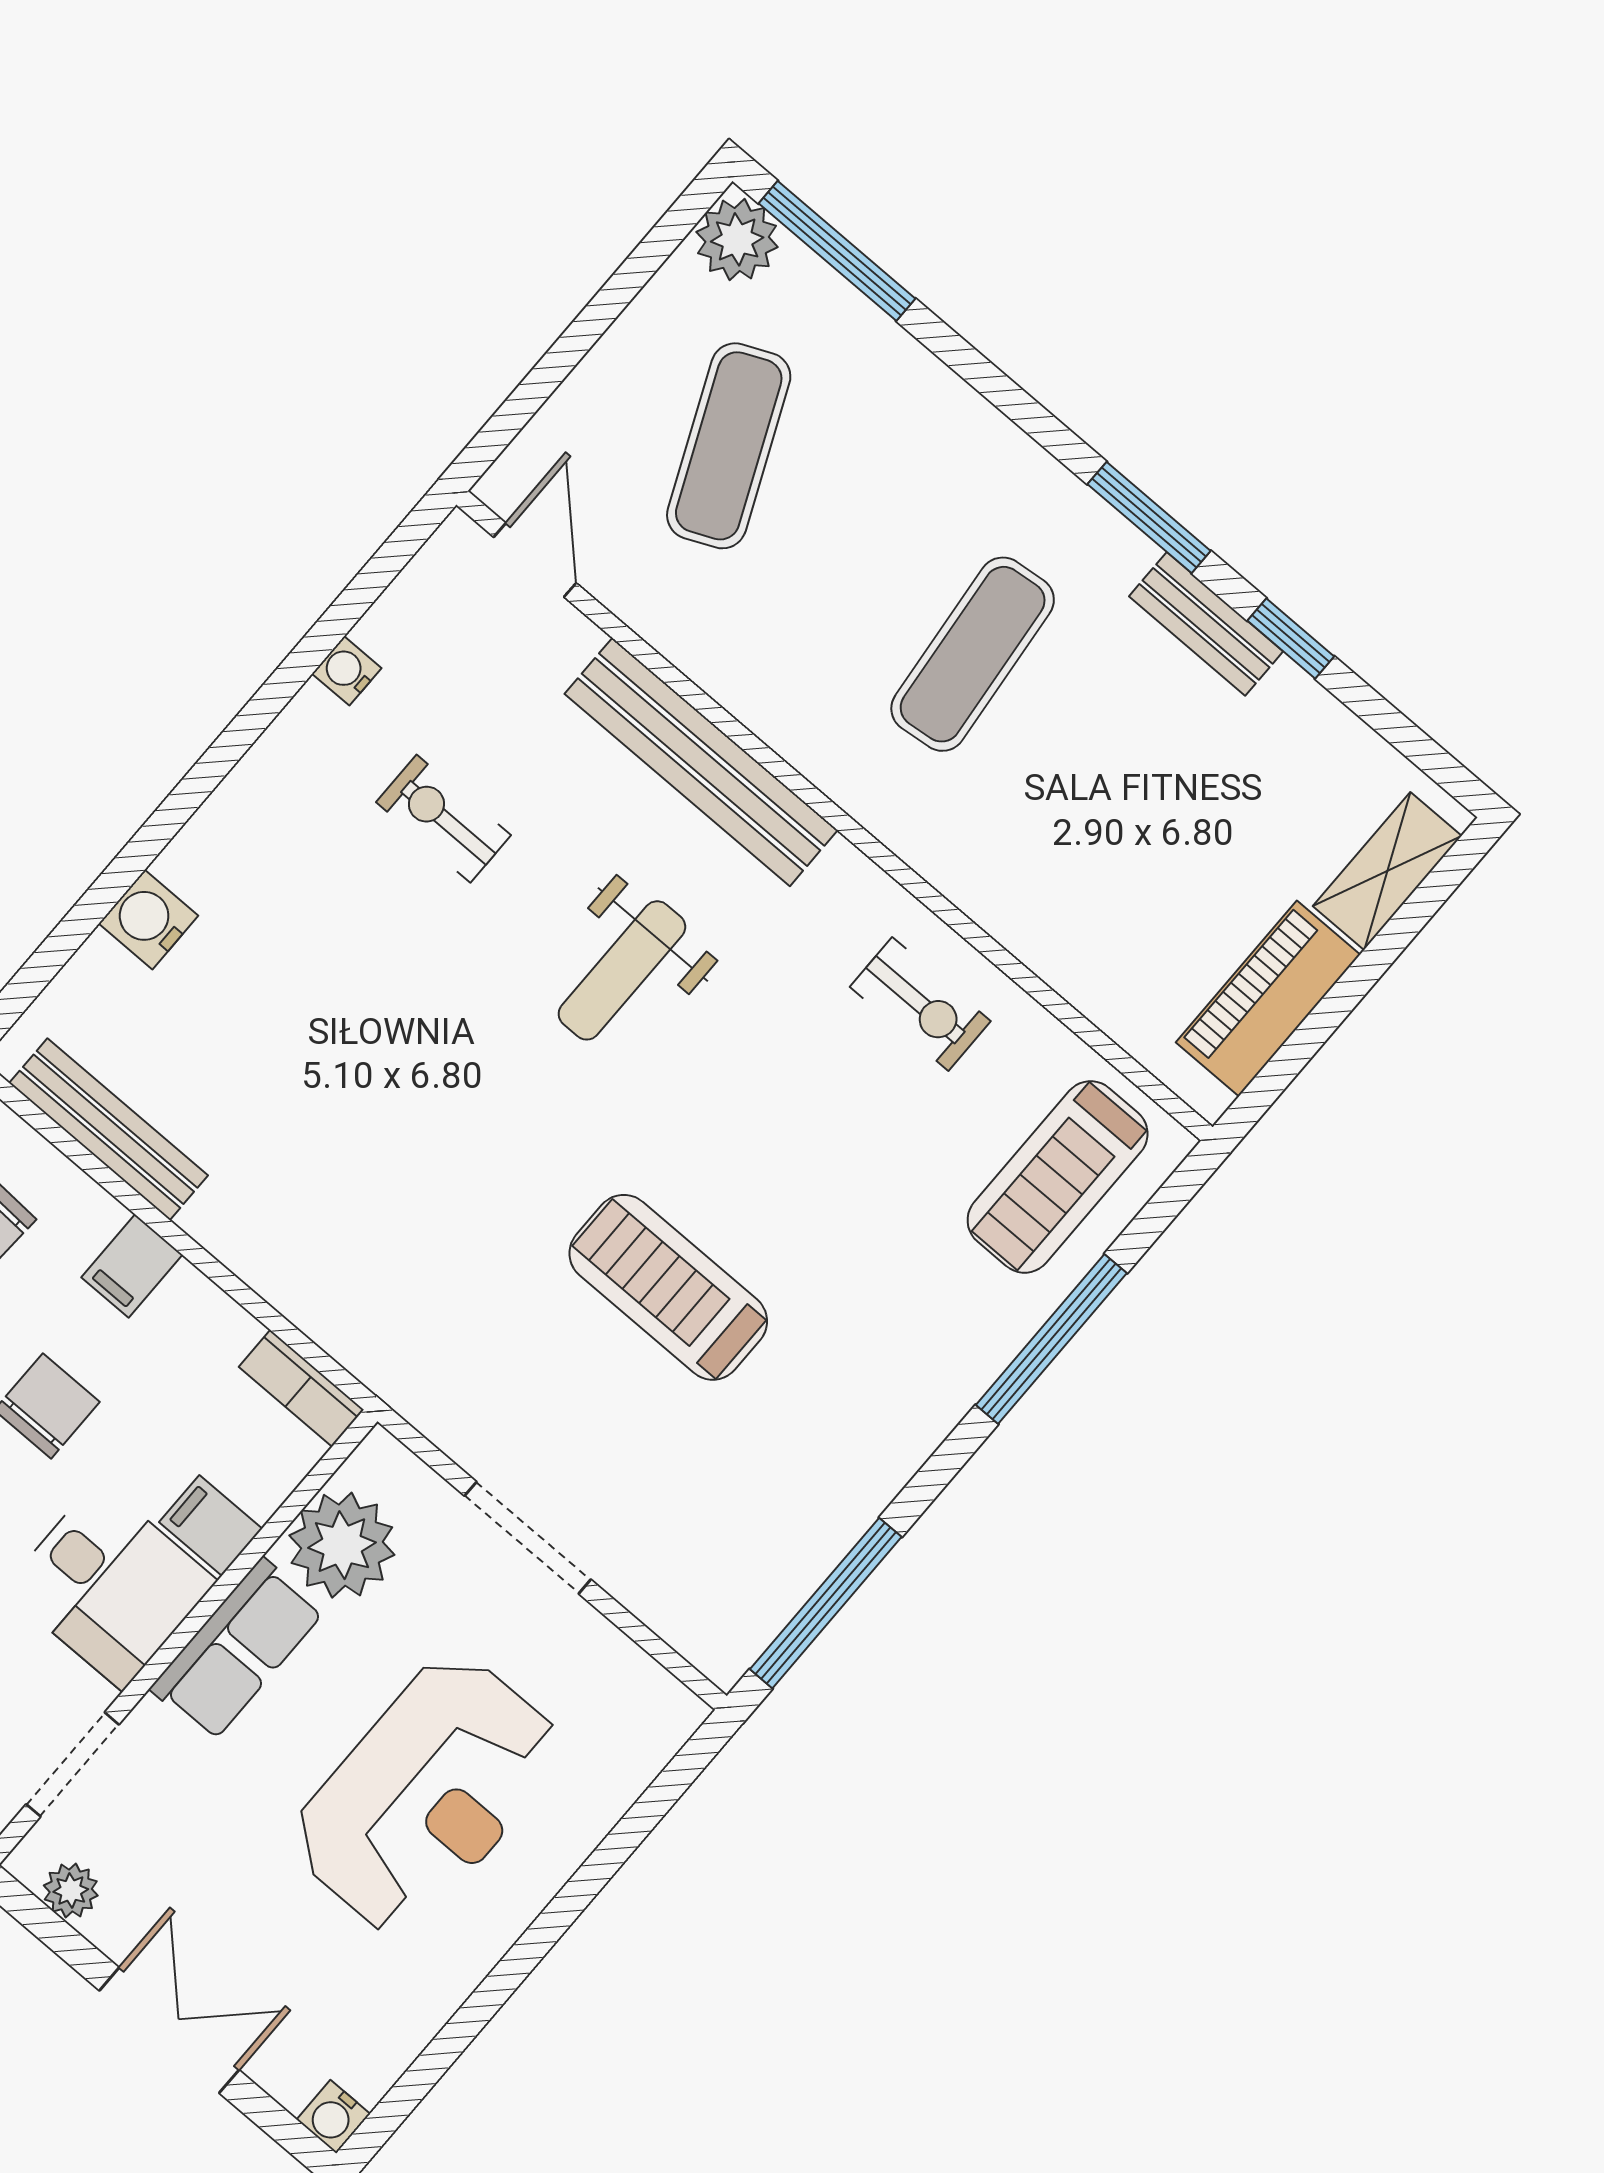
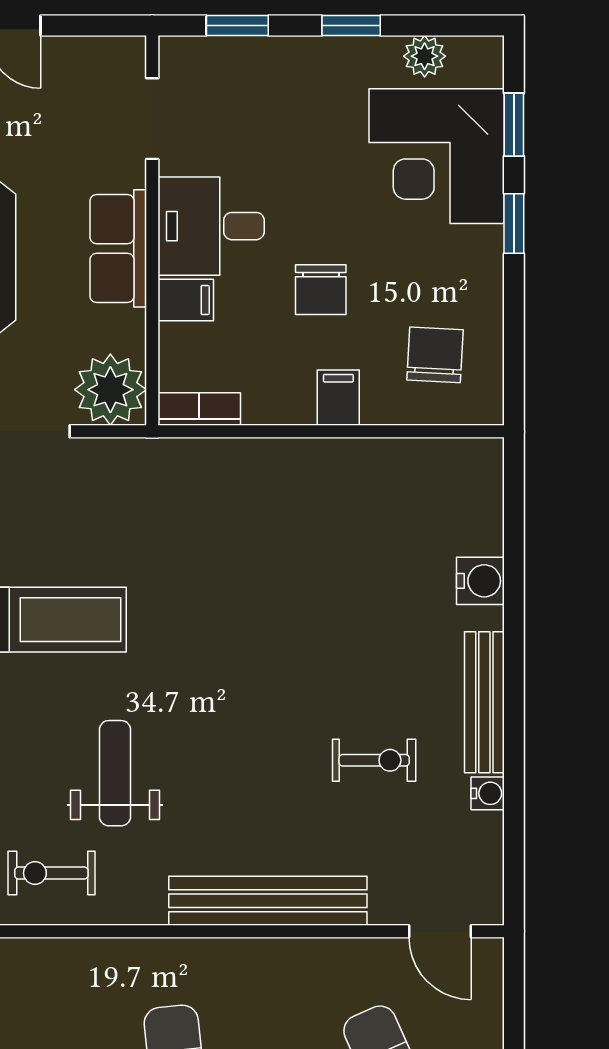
weight bench: (622, 970) -> (115, 773), moved
bench: (109, 1129) -> (484, 702), moved, turned 90
plant: (342, 1545) -> (110, 390), moved
plant: (71, 1890) -> (98, 54), removed

